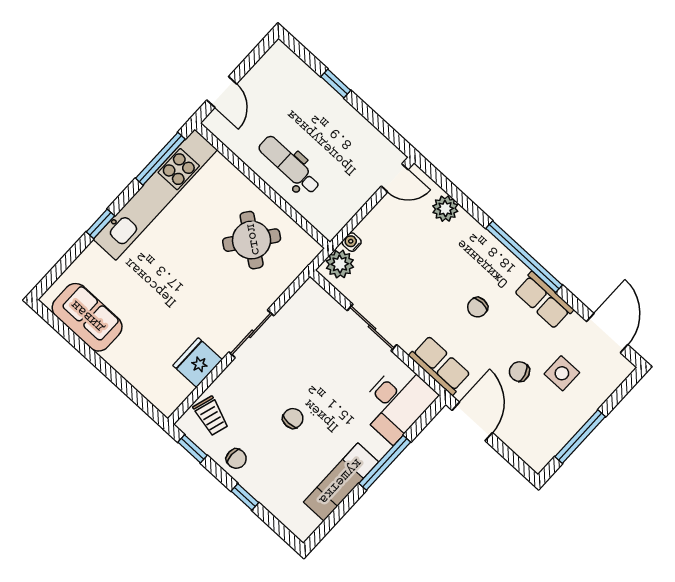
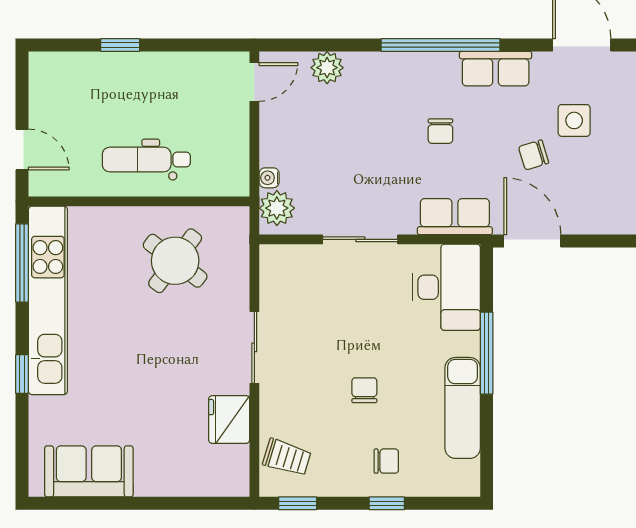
chair: (236, 459) -> (386, 461), moved

